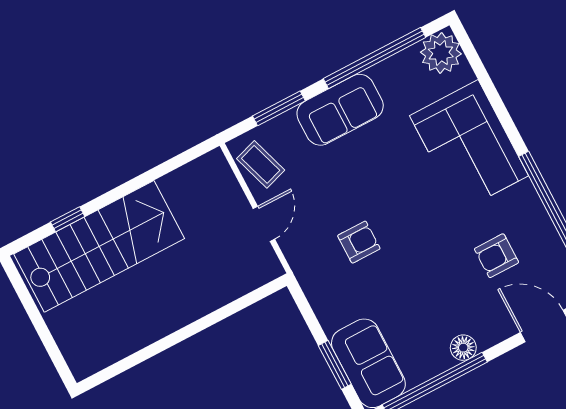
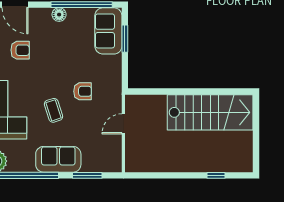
coffee table: (261, 164) -> (53, 110), moved
armchair: (359, 242) -> (83, 91), turned 180
stairs: (99, 246) -> (210, 112), moved, turned 180

